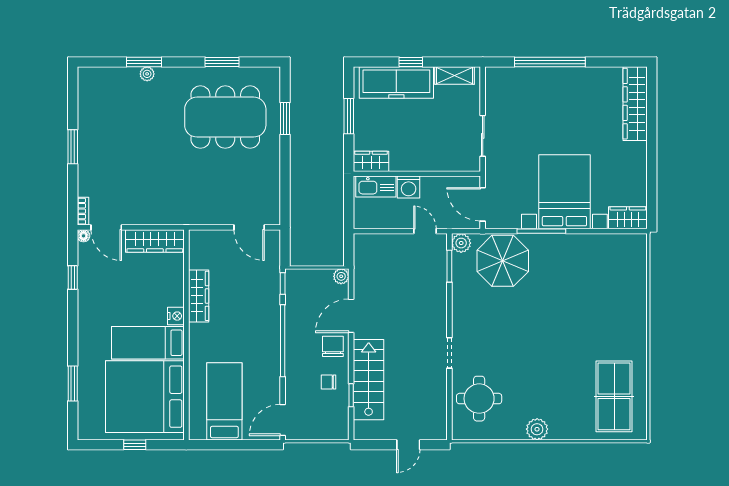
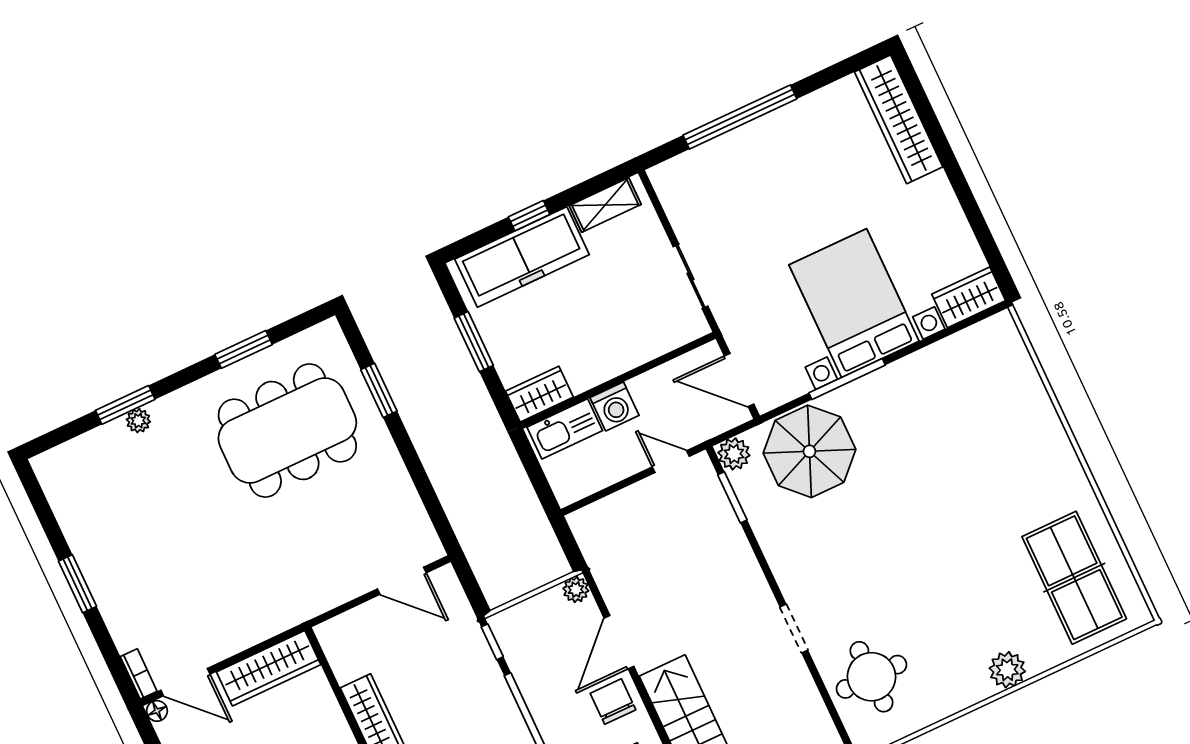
plant: (537, 429) -> (1007, 670), moved

